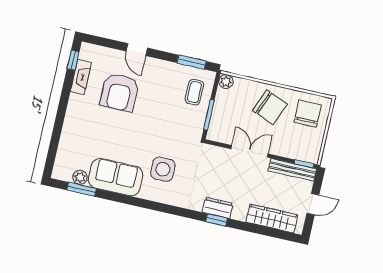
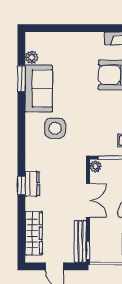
plant: (214, 135) -> (96, 166), added
window: (82, 189) -> (21, 79), moved

